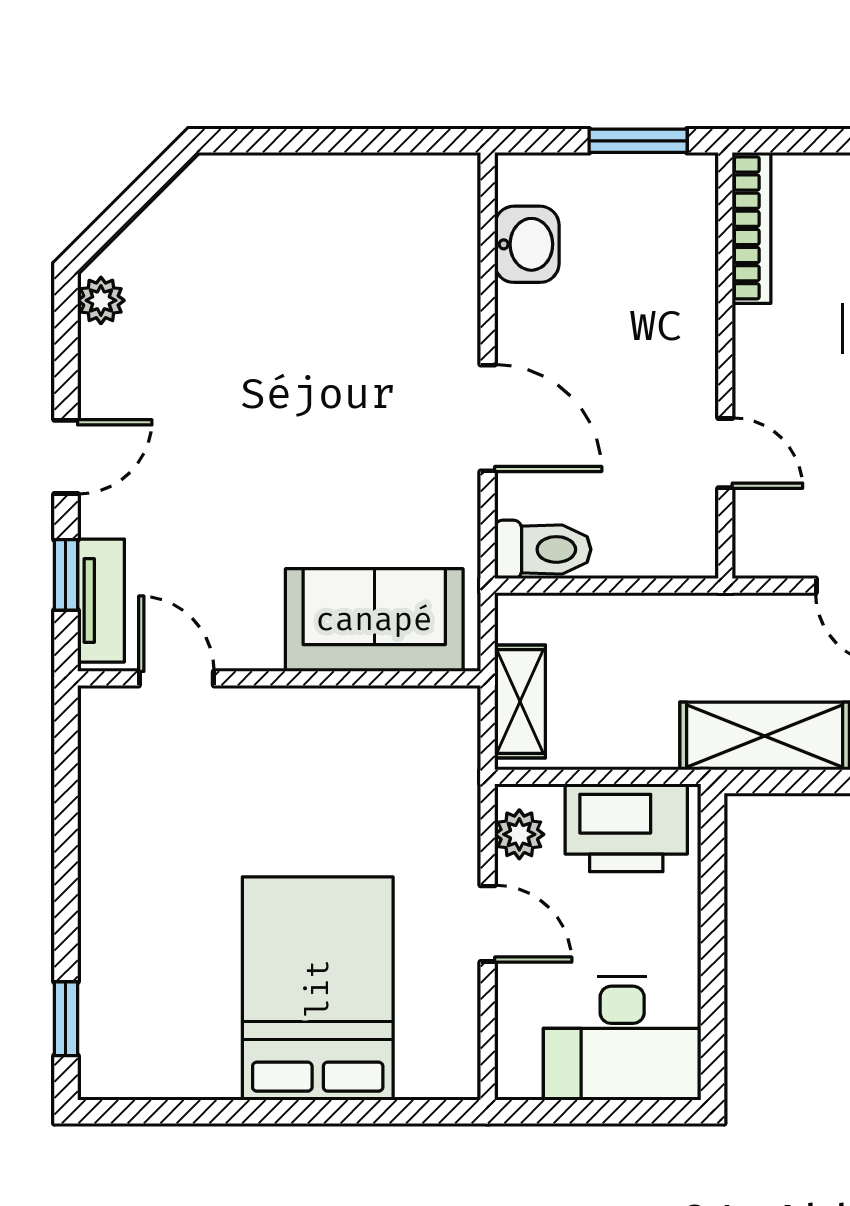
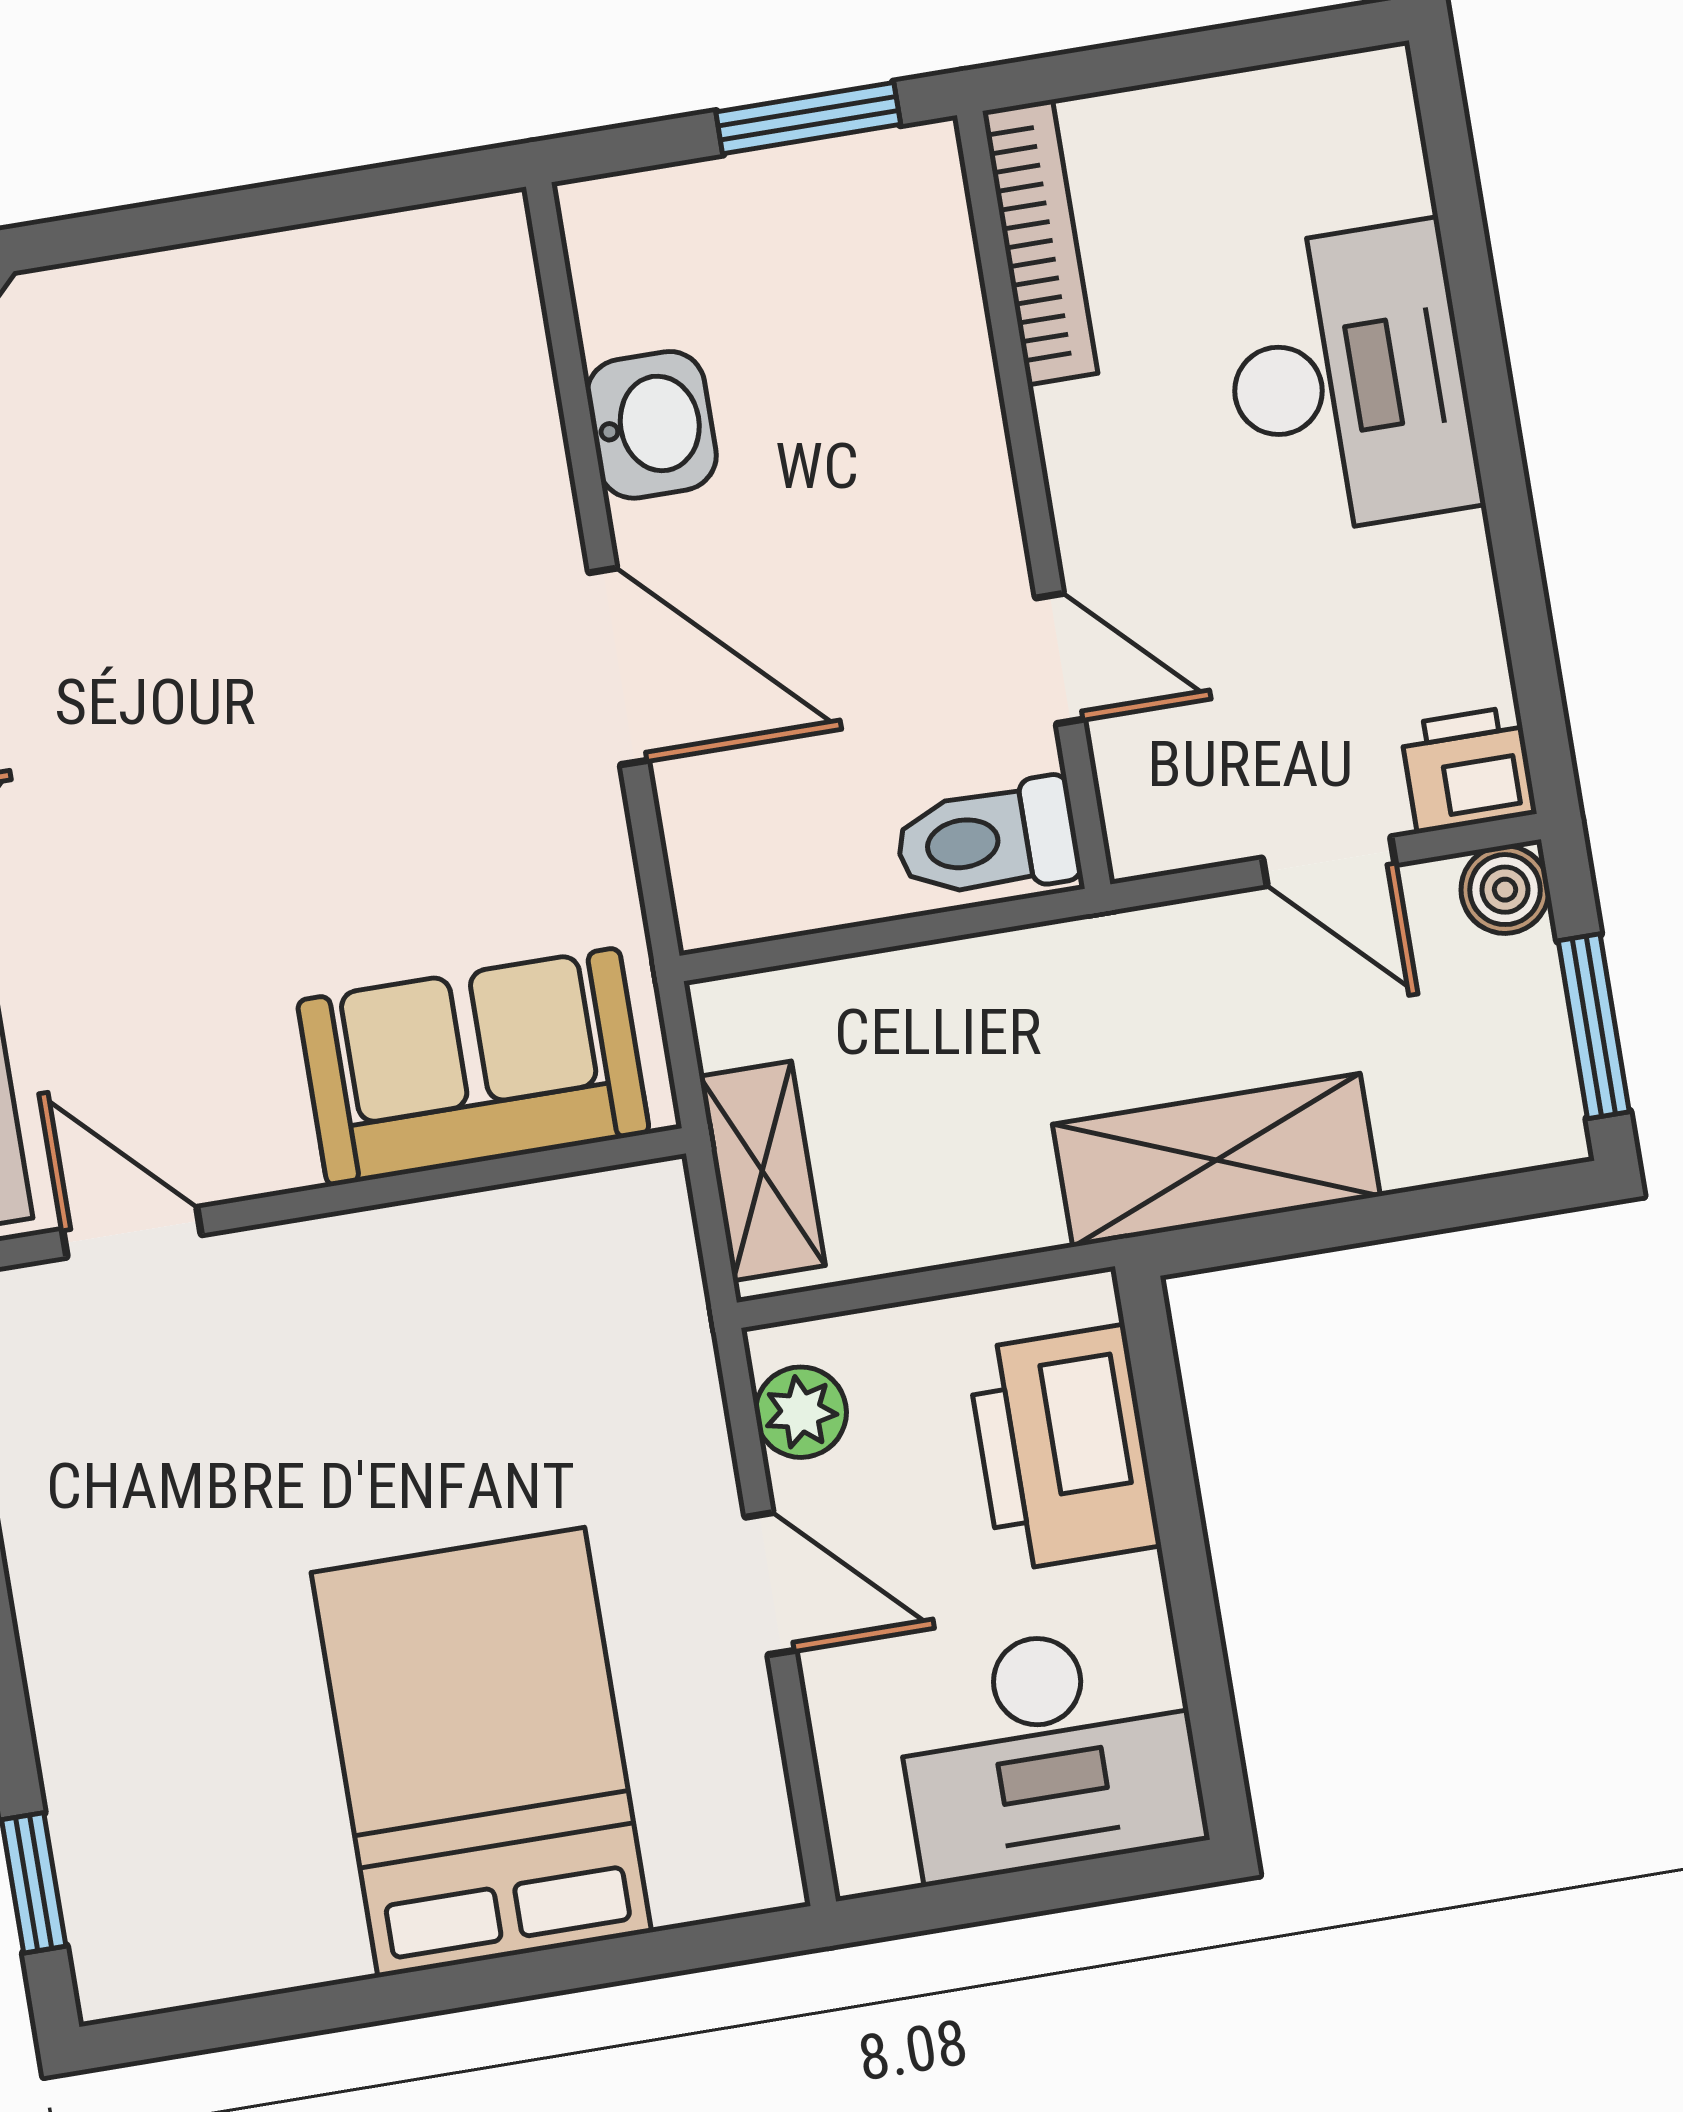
washbasin: (527, 244) -> (652, 425), moved
toilet: (543, 549) -> (987, 840), moved, turned 180
printer: (626, 828) -> (1063, 1448), moved, turned 90

